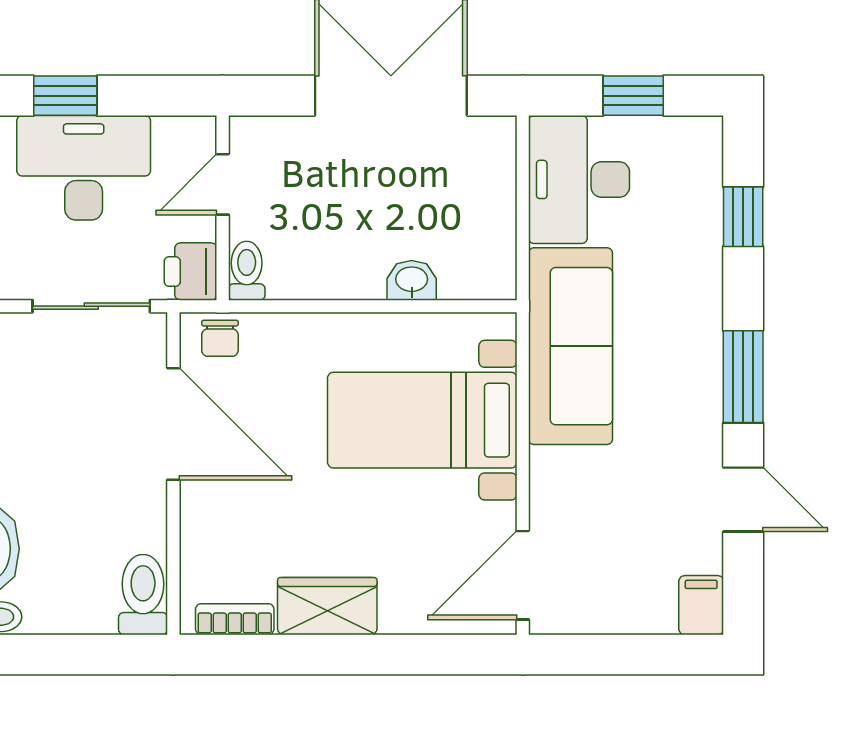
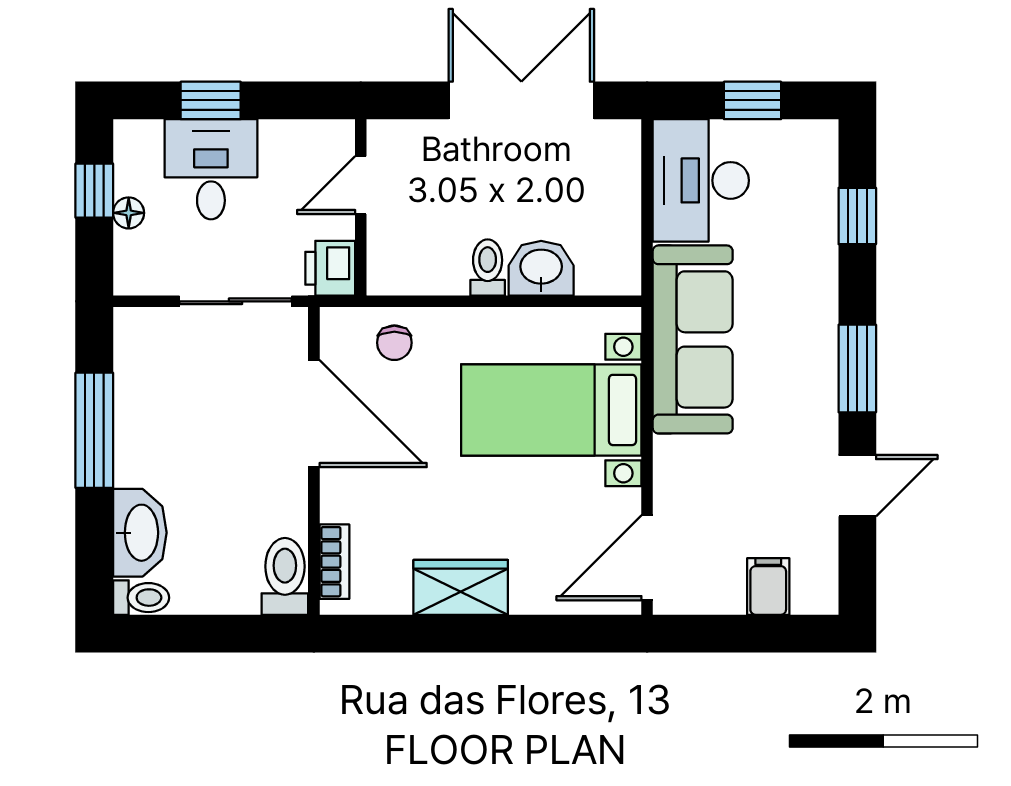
desk: (84, 168) -> (211, 169), width x0.73
toilet: (247, 271) -> (488, 267), moved
washbasin: (412, 280) -> (541, 268), width x1.38, depth x1.45
chair: (220, 338) -> (394, 343), moved
door: (743, 499) -> (857, 486), hinge flipped
filing cabinet: (701, 605) -> (768, 586), moved
bookcase: (235, 619) -> (334, 562), moved, turned 90

